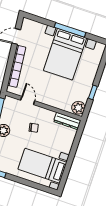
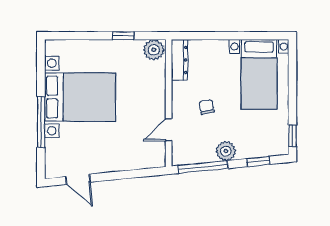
window: (70, 30) -> (41, 122), moved
bookcase: (17, 66) -> (123, 164), removed

